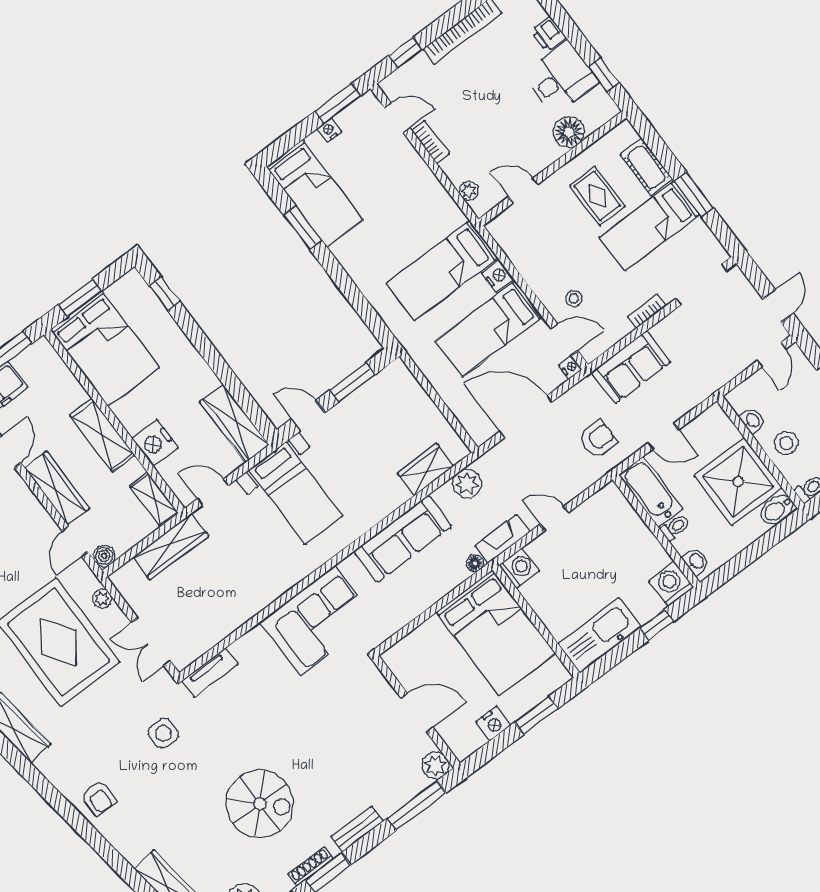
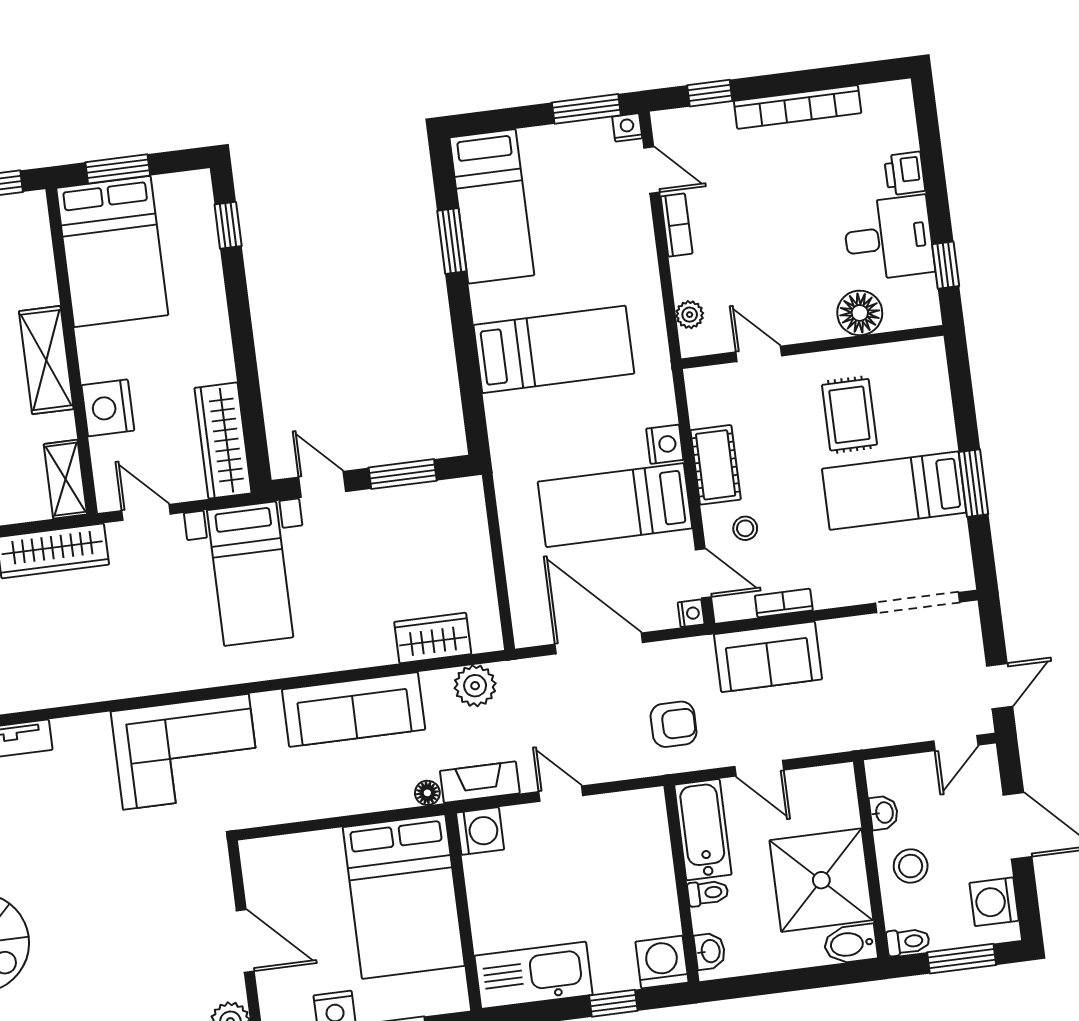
nightstand: (329, 130) -> (627, 127), moved
cot: (646, 167) -> (716, 465), moved
bed: (442, 271) -> (554, 349), moved, turned 180
bookcase: (647, 311) -> (784, 603), moved

